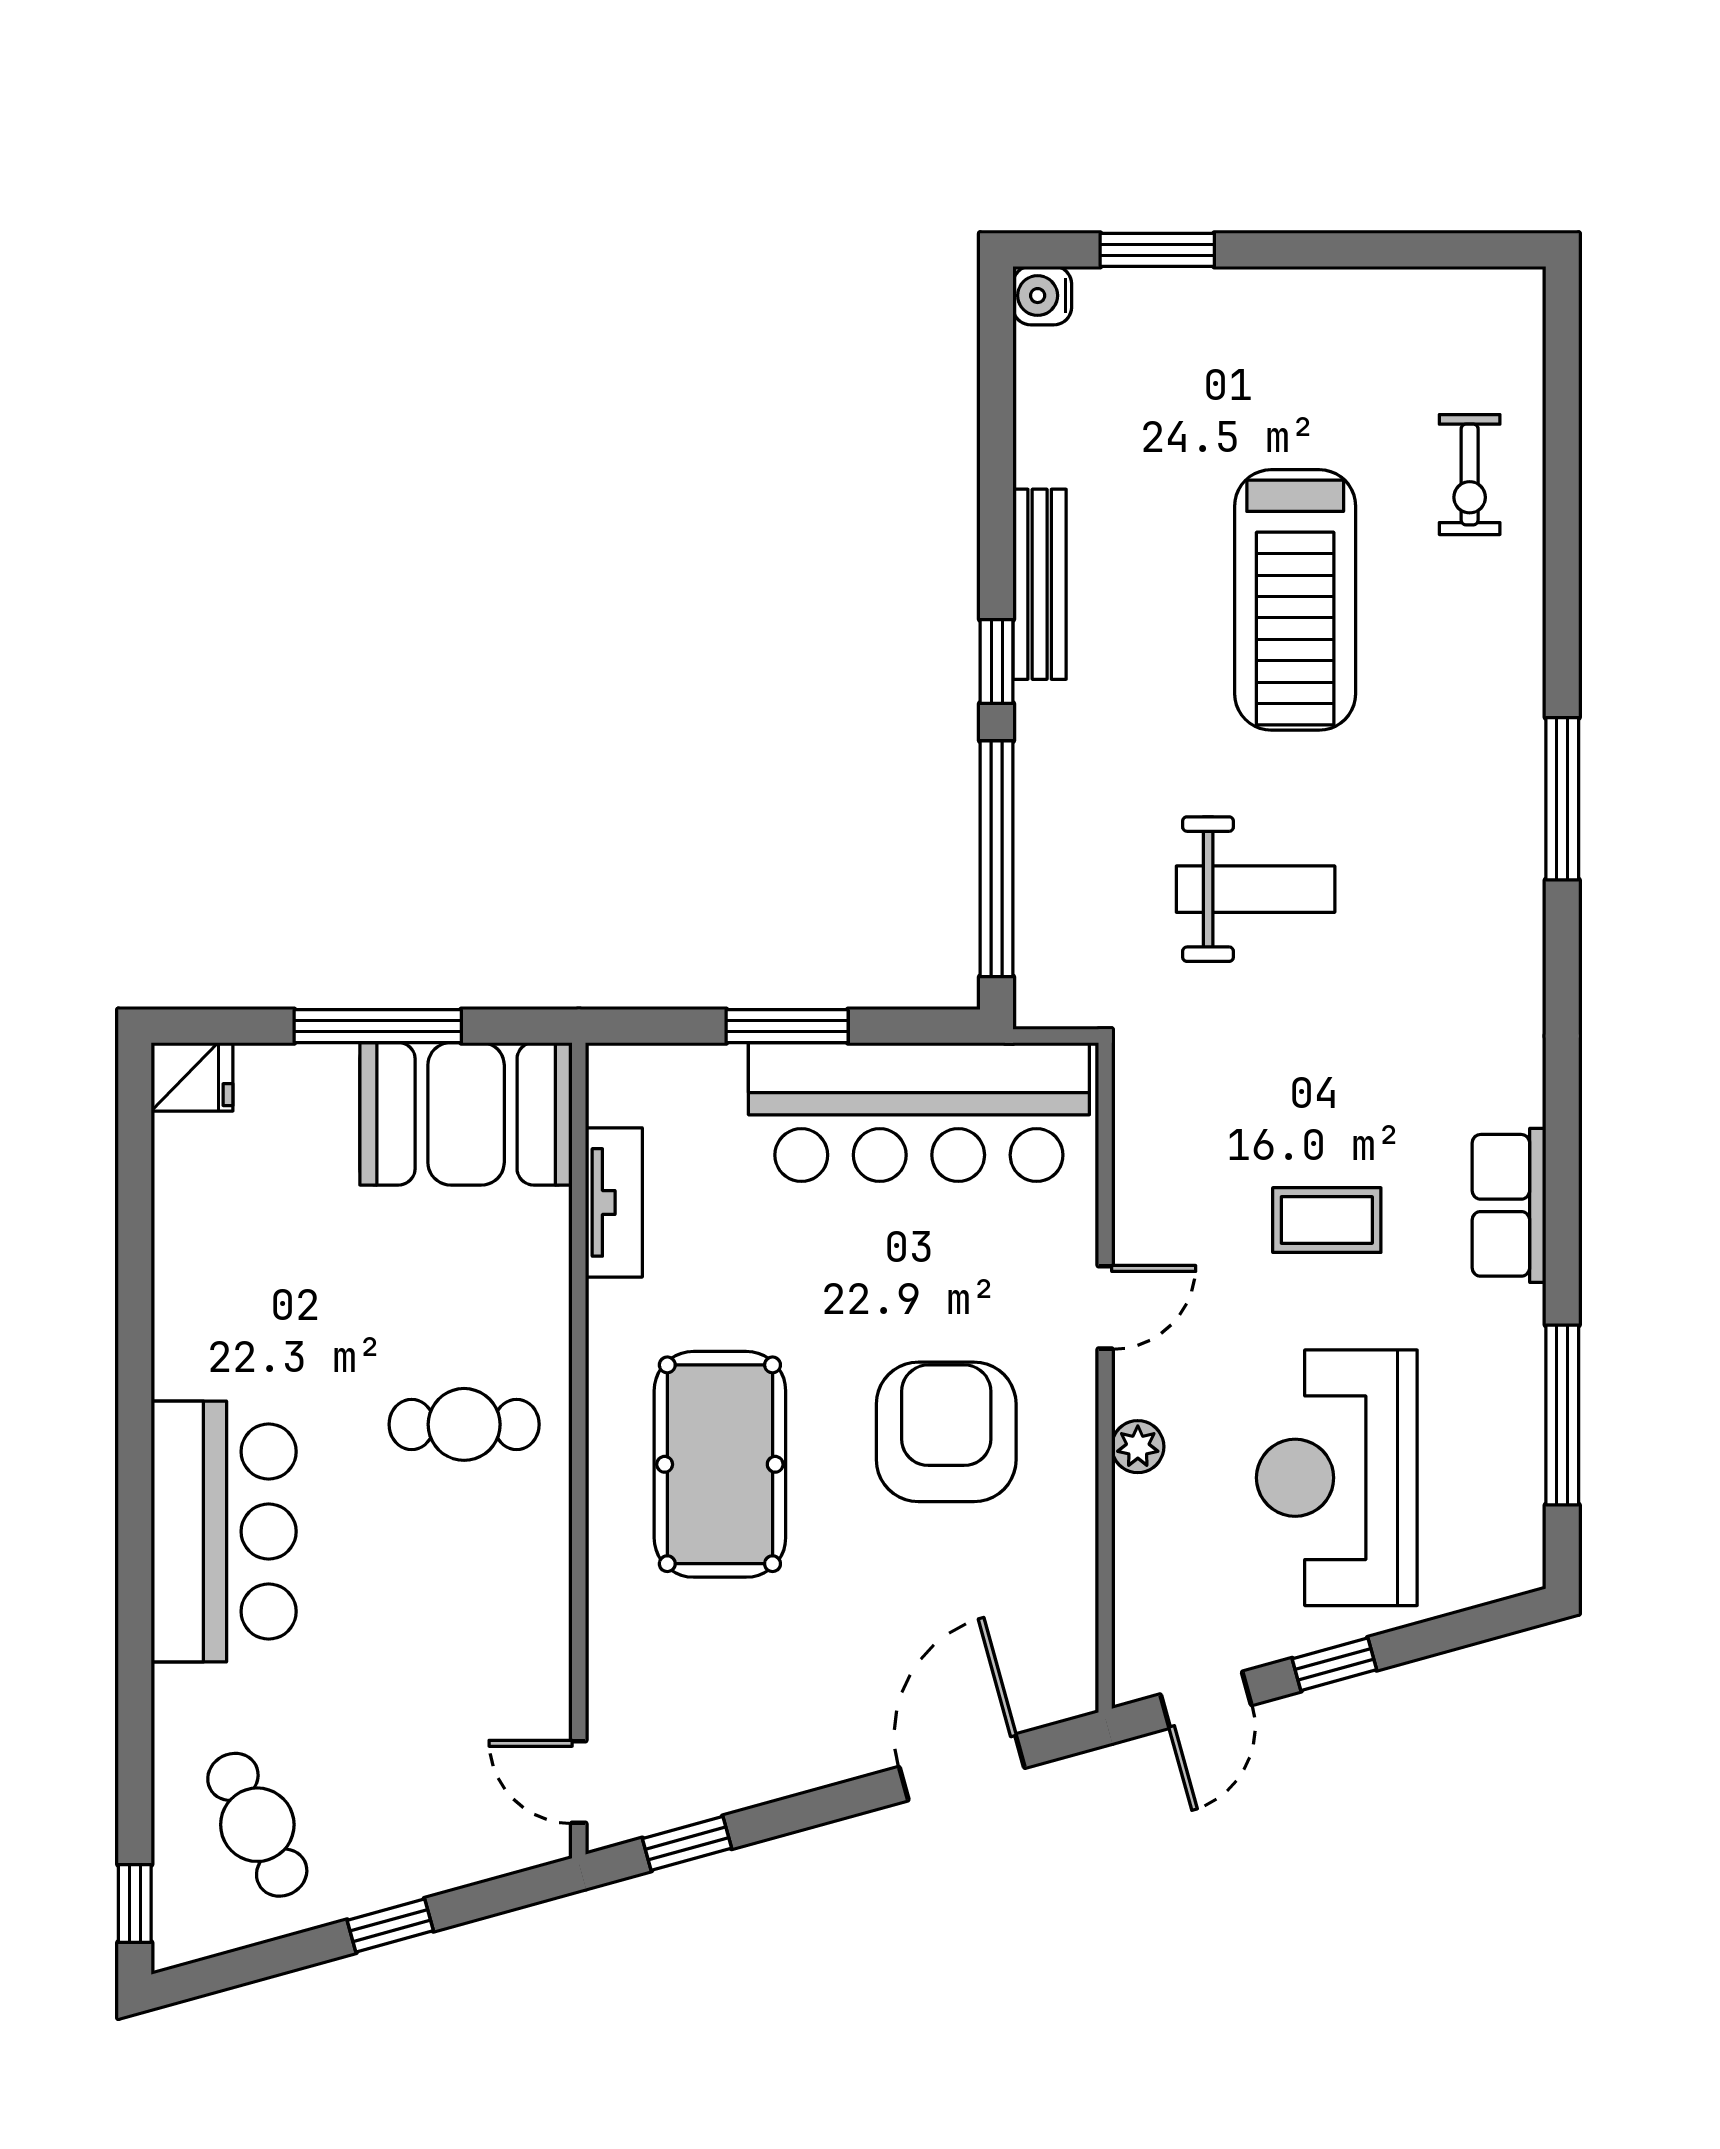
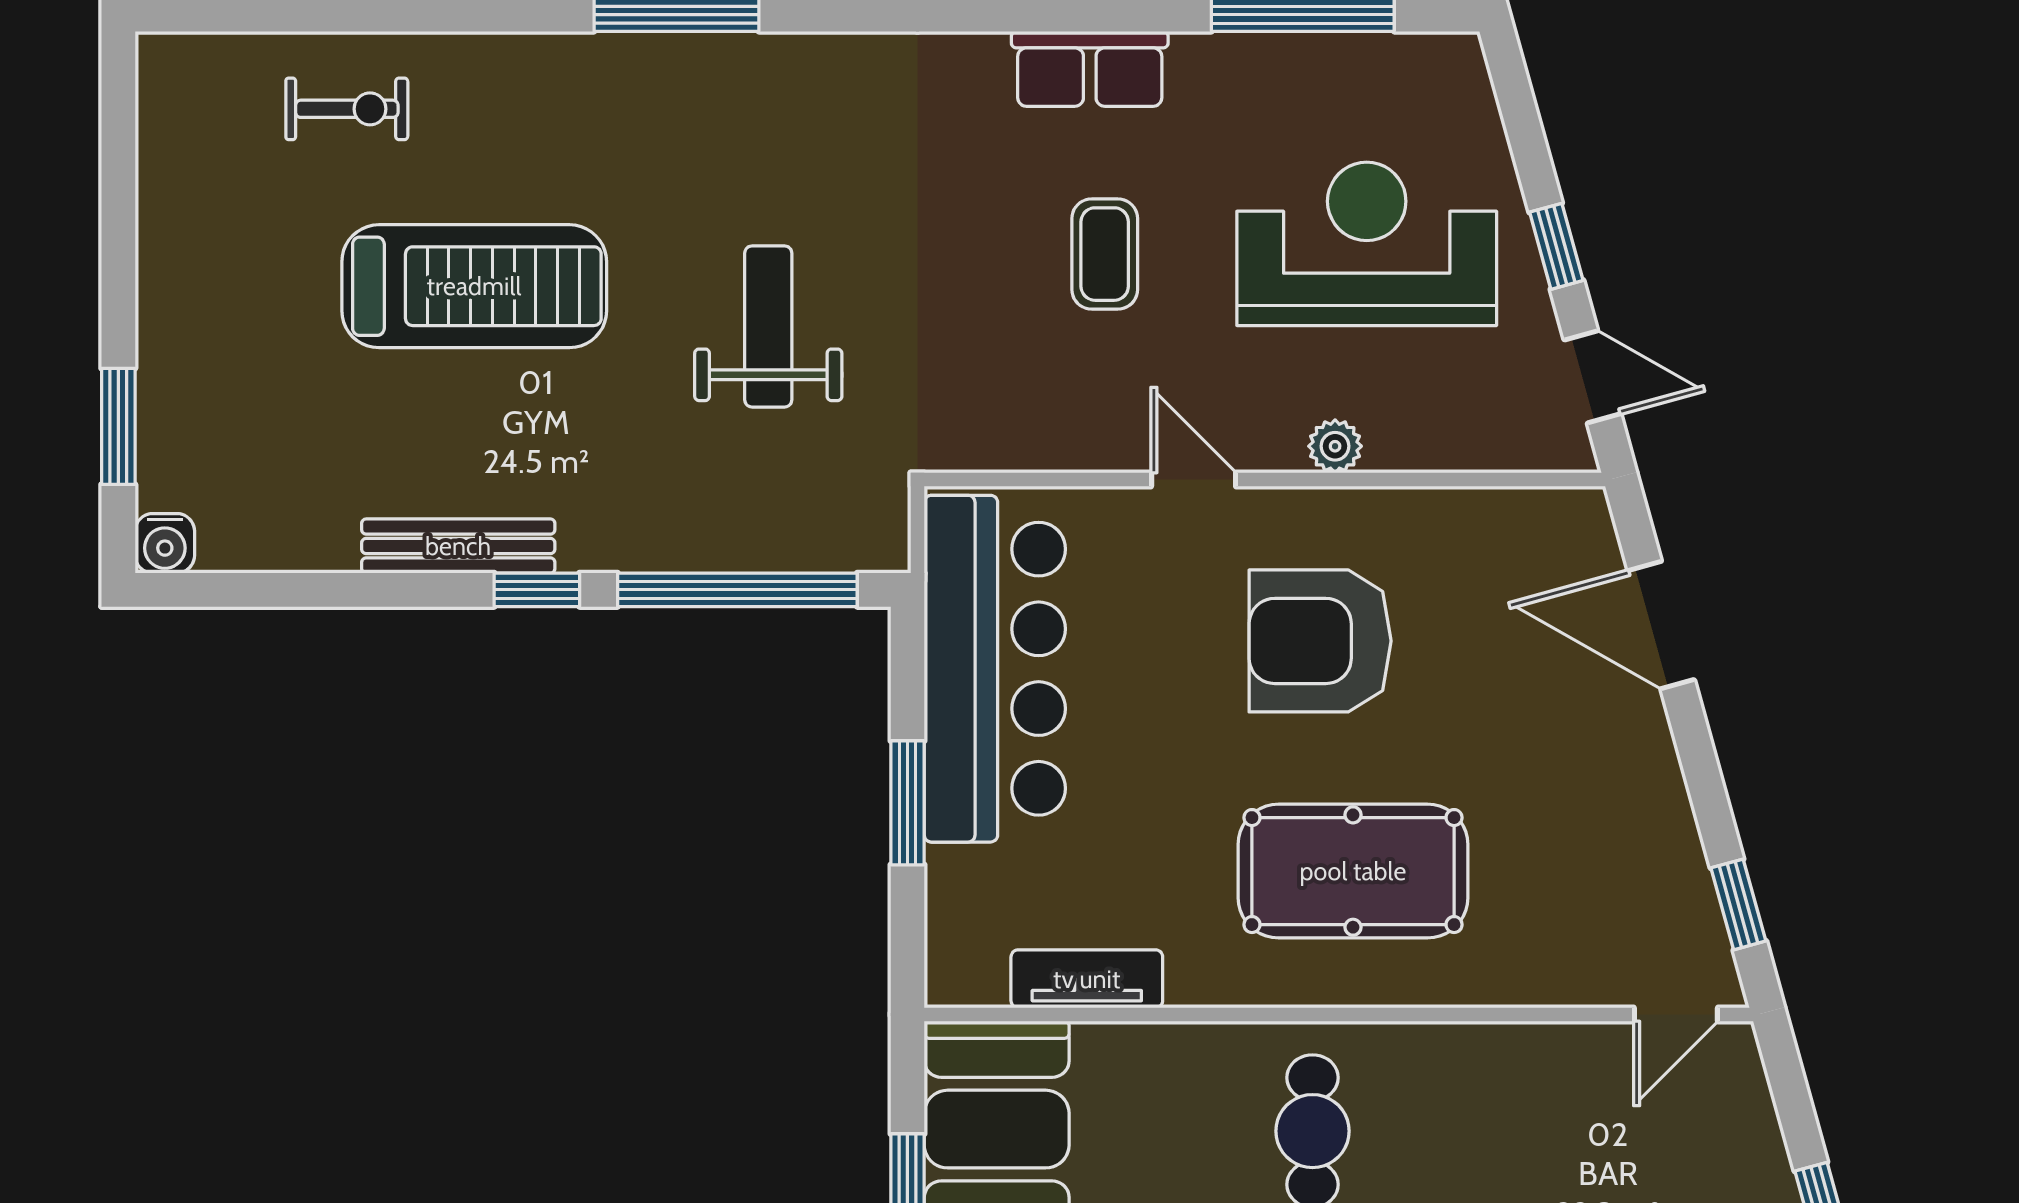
reception desk: (1337, 1478) -> (1367, 244), turned 180

